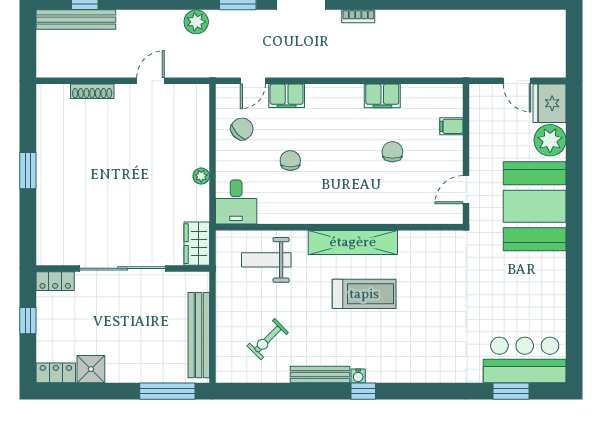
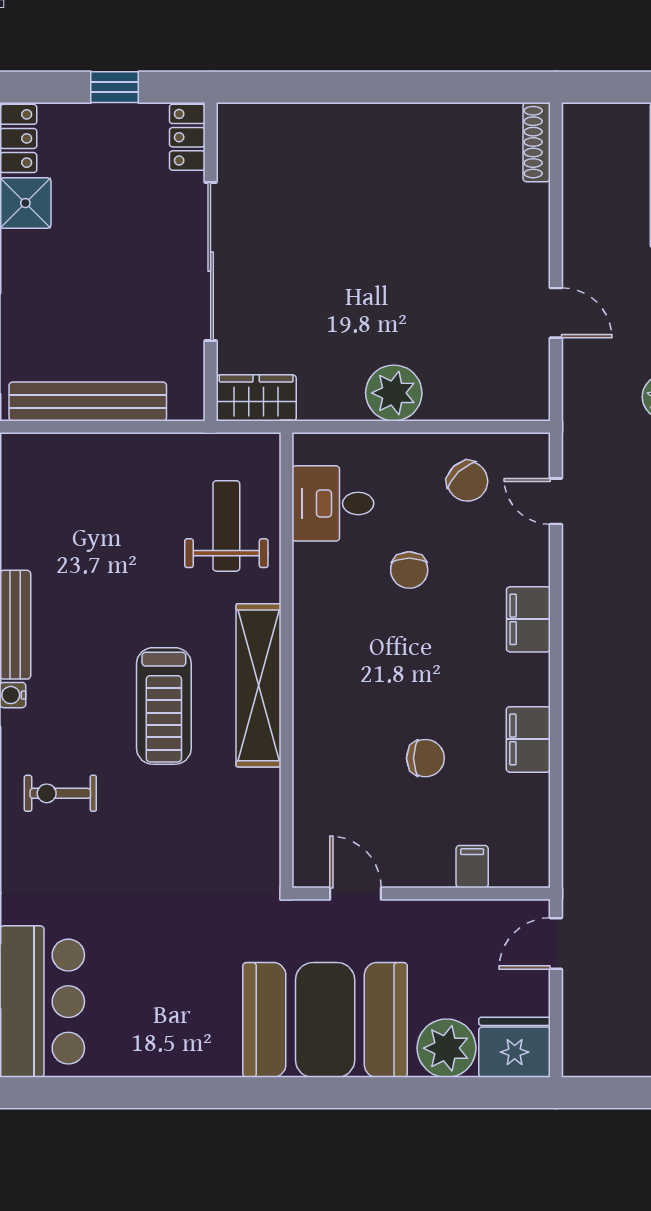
door: (517, 81) -> (556, 943), moved
shoe rack: (92, 91) -> (537, 142), moved
filing cabinet: (287, 96) -> (528, 619), moved
chair: (290, 161) -> (409, 570), turned 90
window: (28, 171) -> (390, 87), removed
plant: (201, 176) -> (394, 393), width x1.87, depth x1.87
desk: (236, 202) -> (333, 503), moved
exercise bike: (268, 339) -> (60, 793), moved, turned -45

